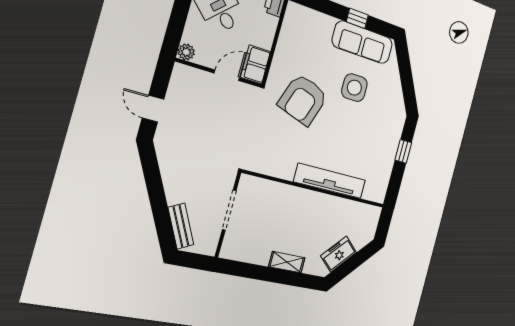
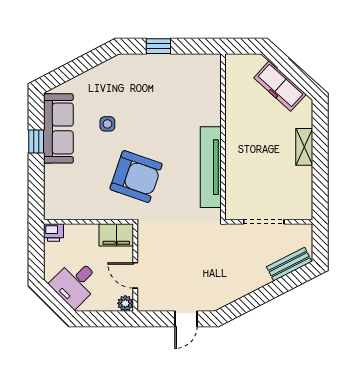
door: (227, 75) -> (135, 275), moved
side table: (354, 88) -> (107, 124), width x0.54, depth x0.54
tv unit: (330, 181) -> (211, 167), moved
freezer: (339, 254) -> (280, 86), width x1.40

